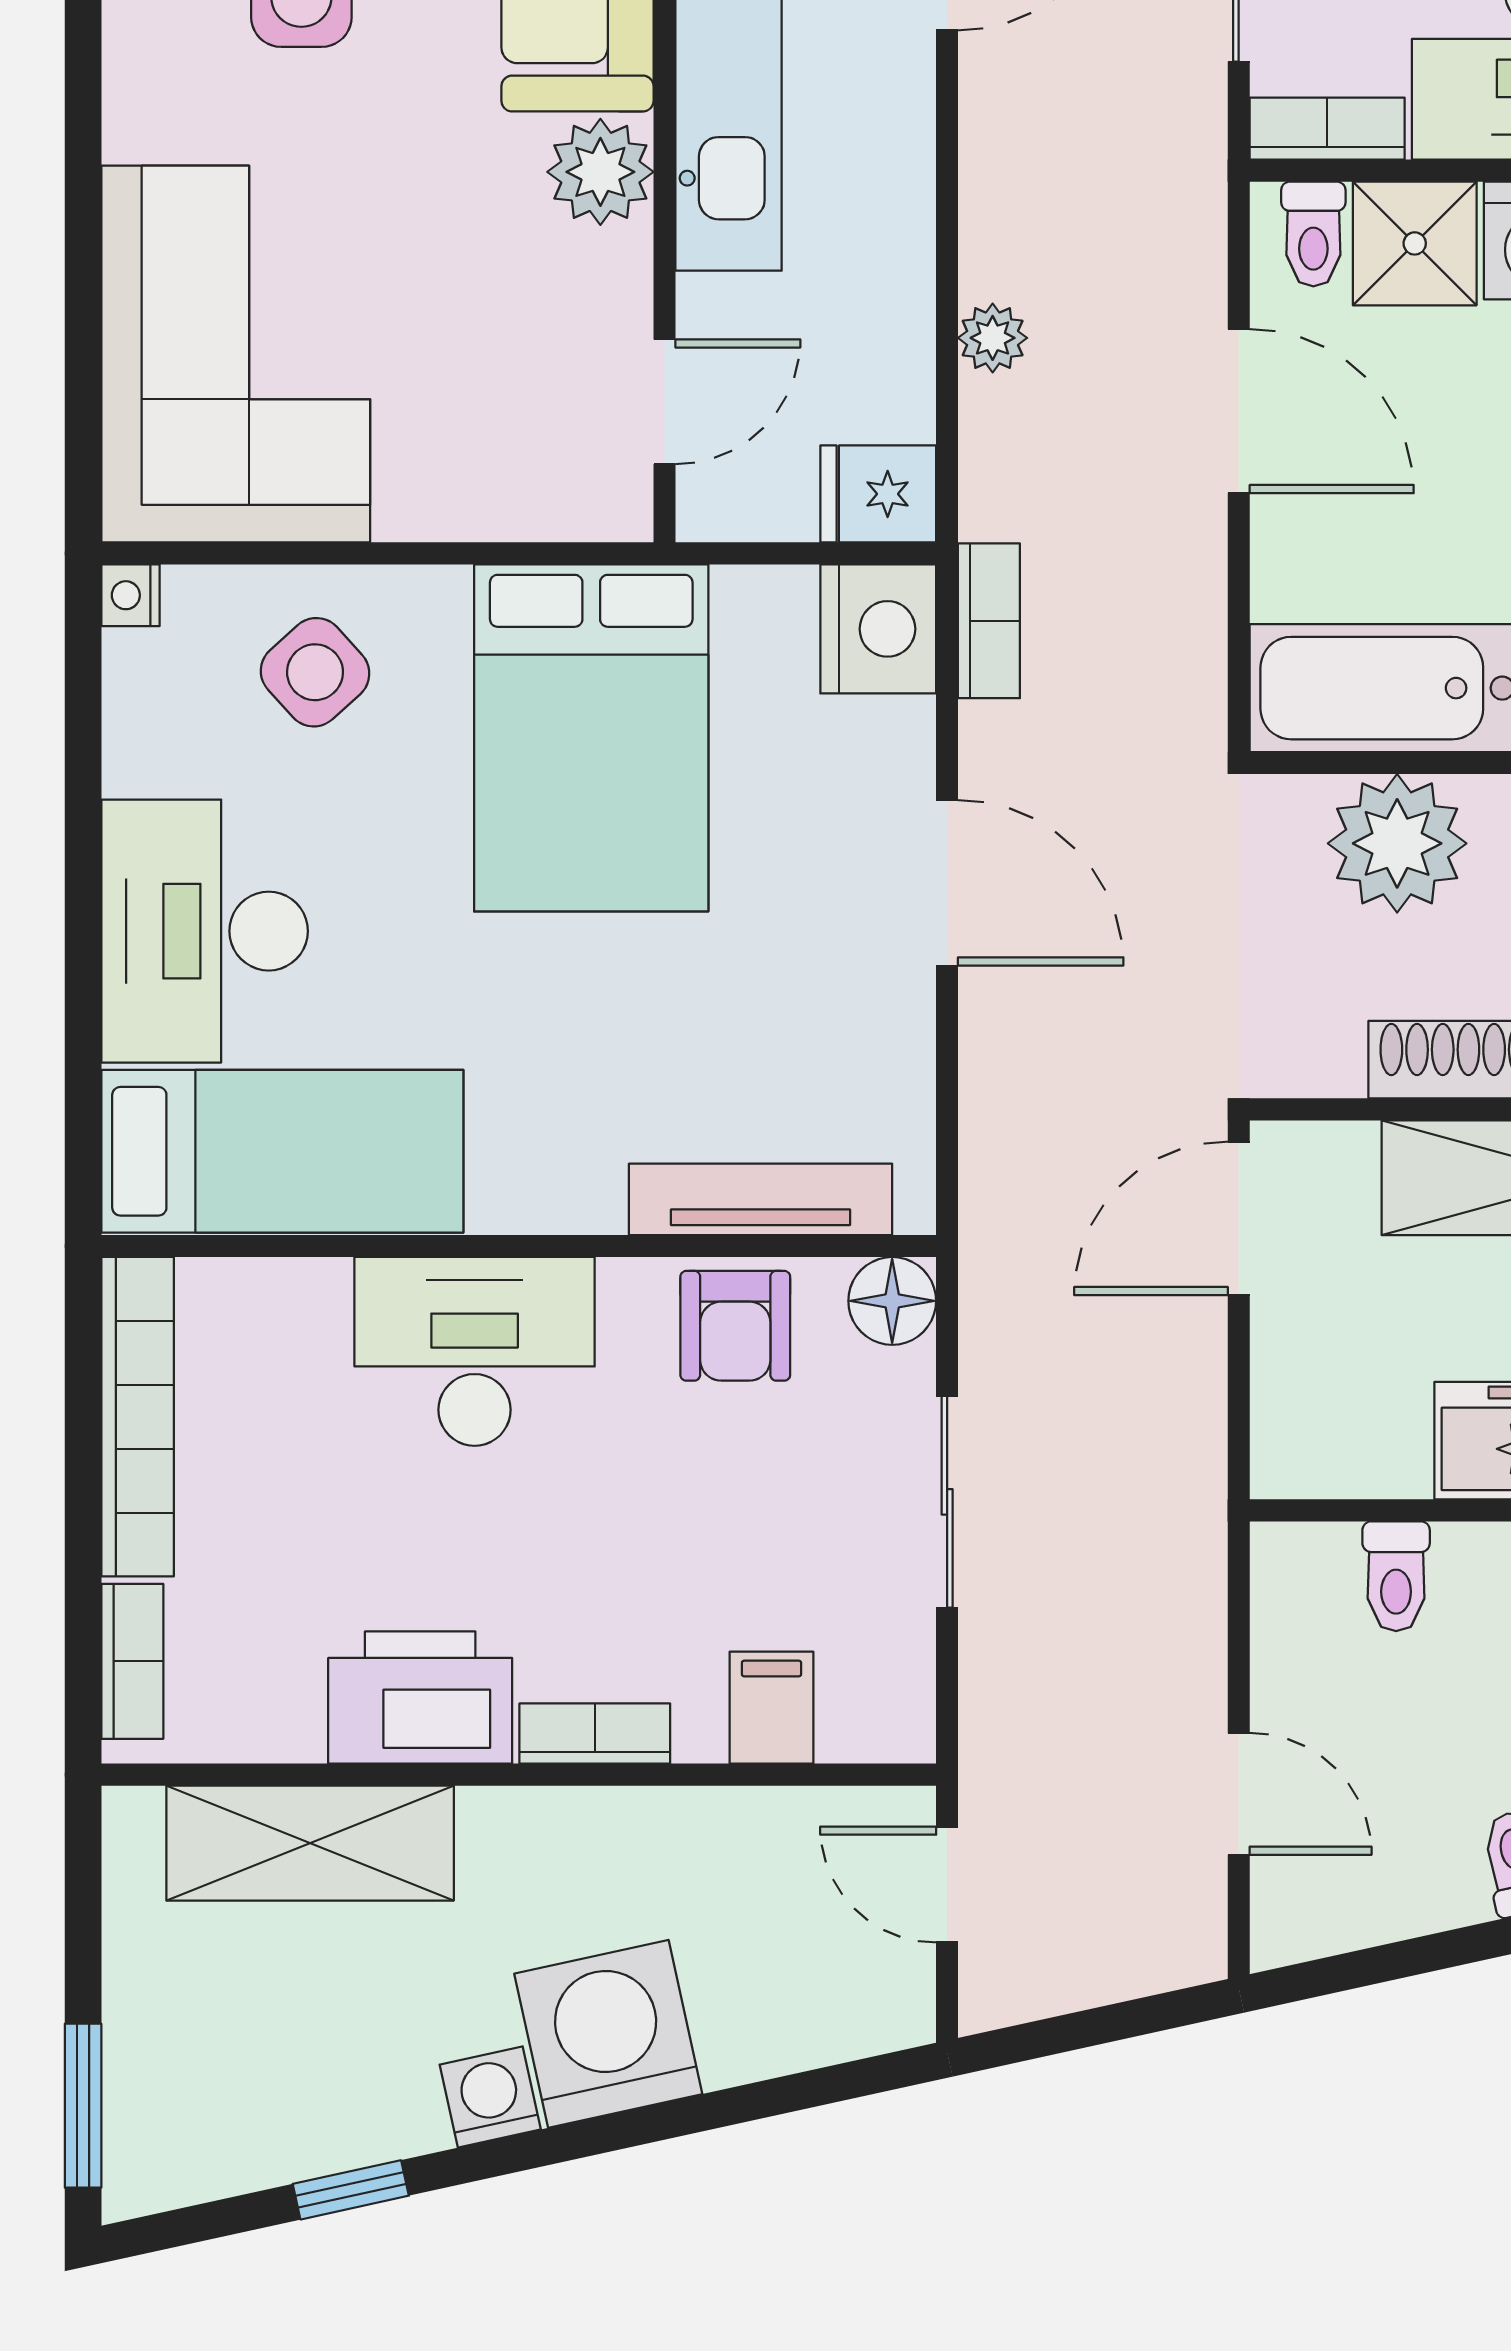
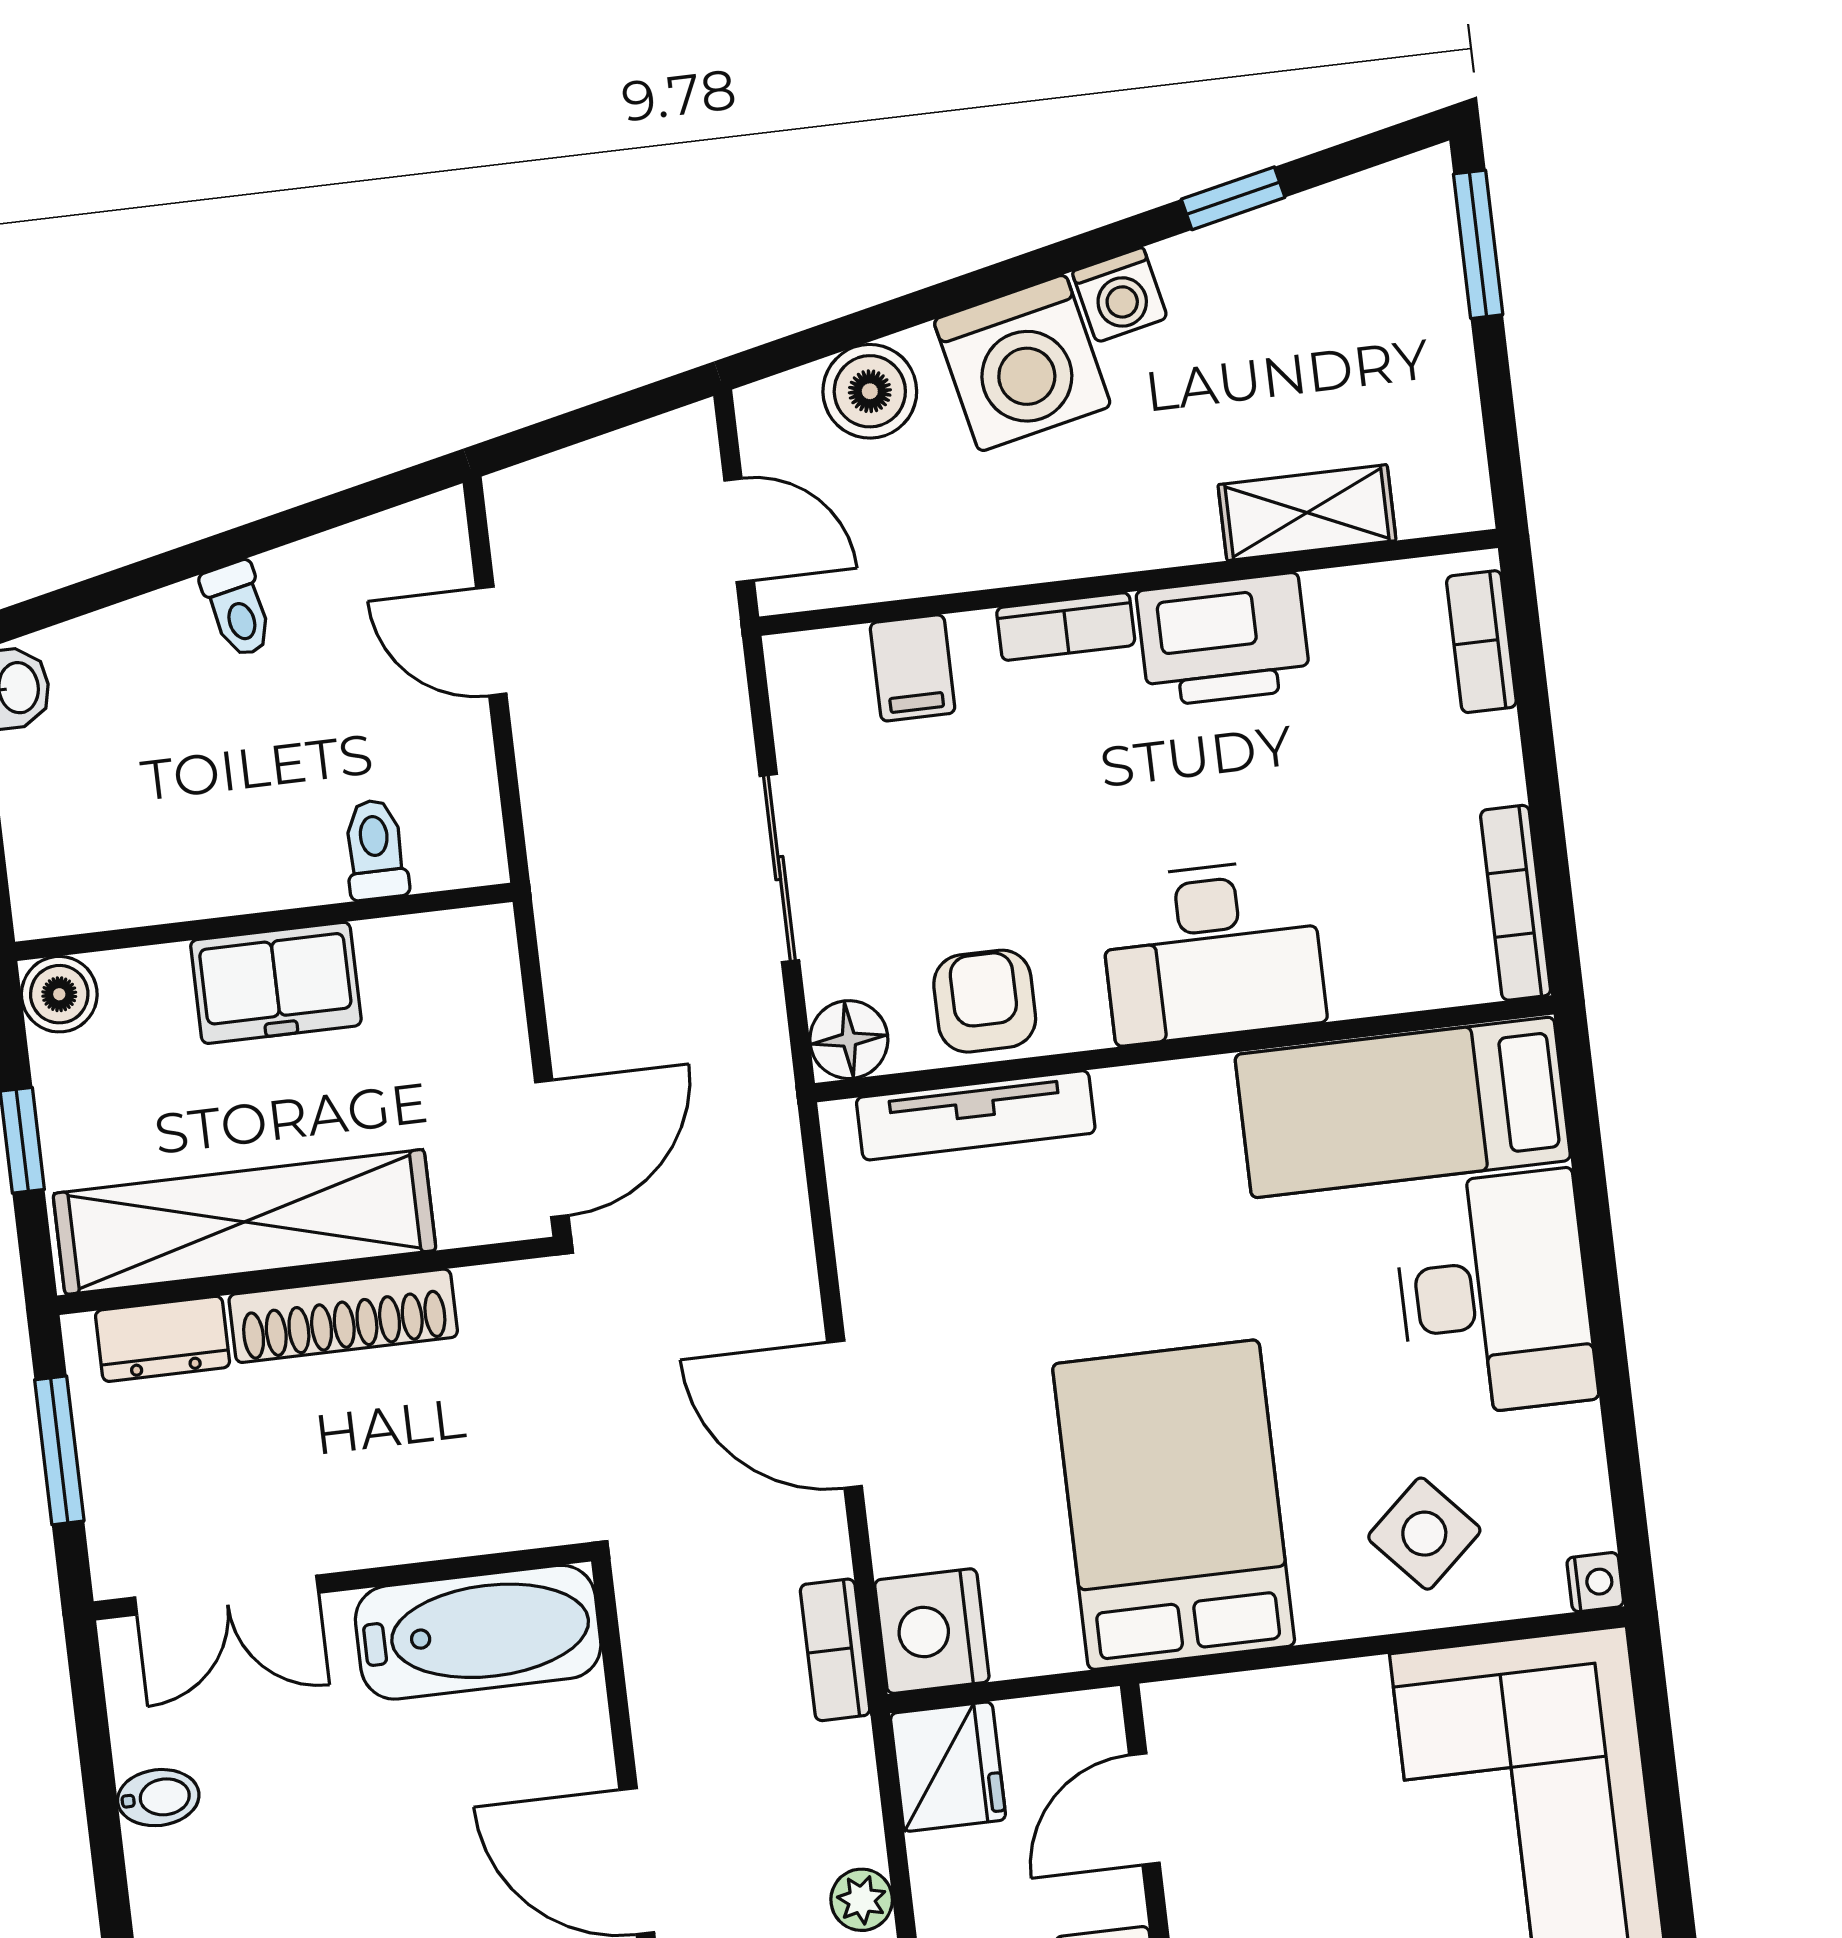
fridge: (878, 494) -> (948, 1767), width x1.38
plant: (1397, 843) -> (451, 1496), removed
bookcase: (138, 1417) -> (1516, 903), width x0.68, depth x0.76
shelving: (310, 1843) -> (1307, 513), width x0.67, depth x0.75
boiler: (782, 2023) -> (870, 391), added

